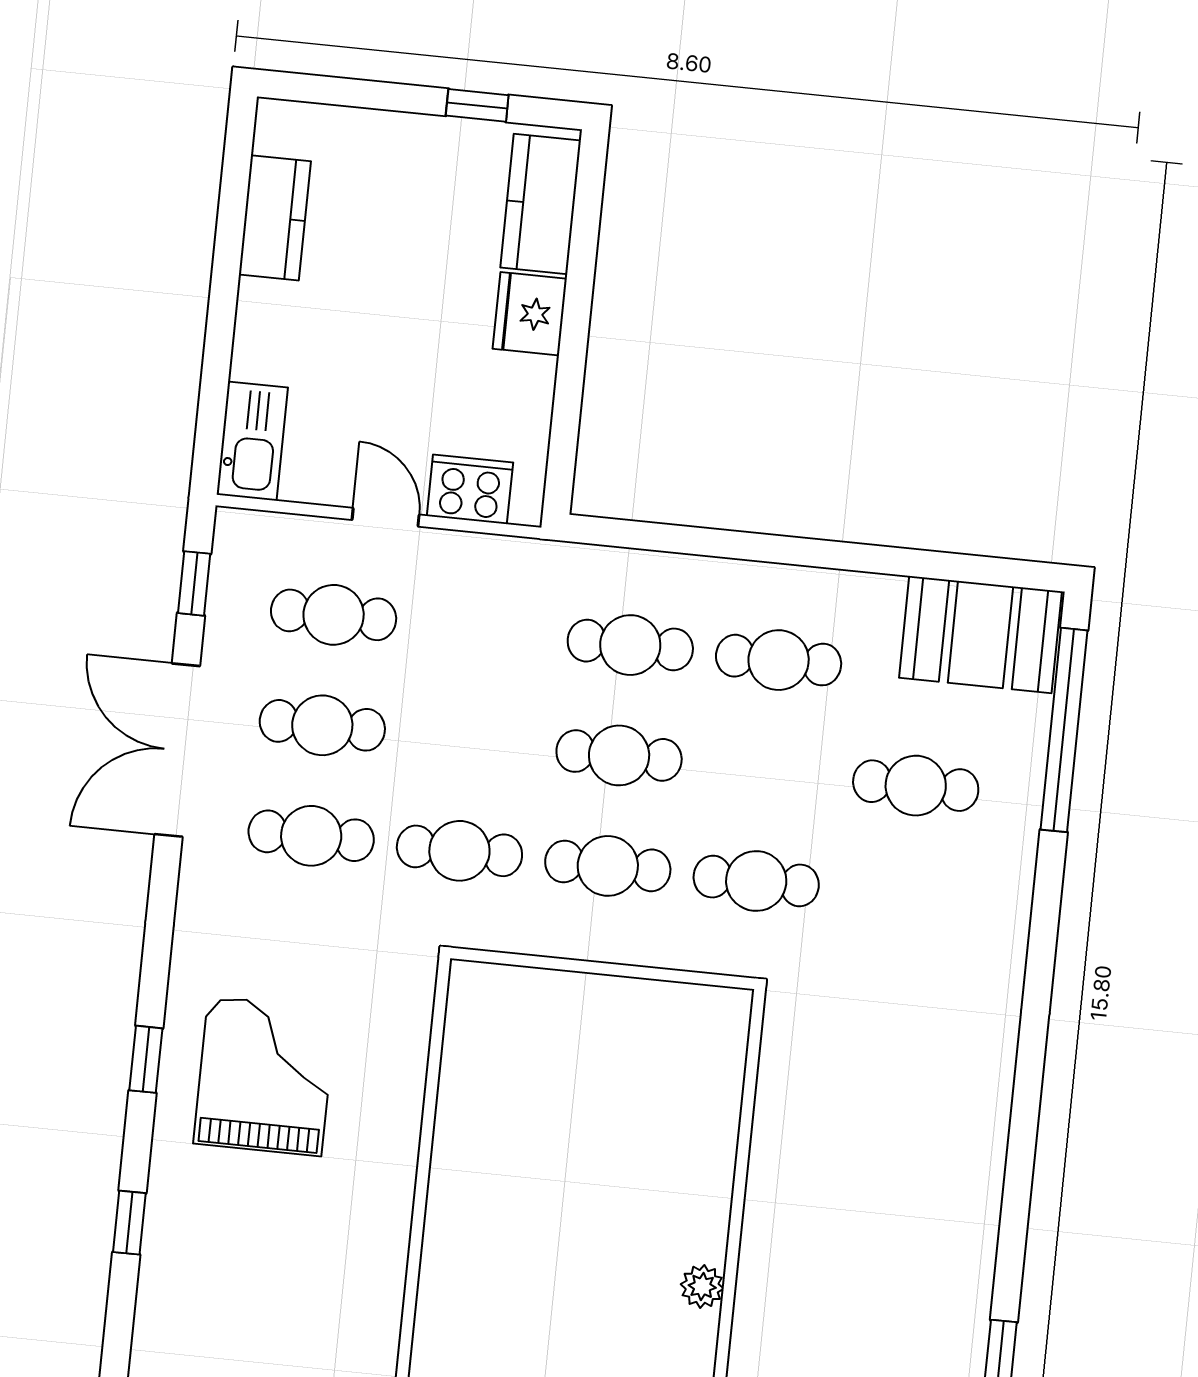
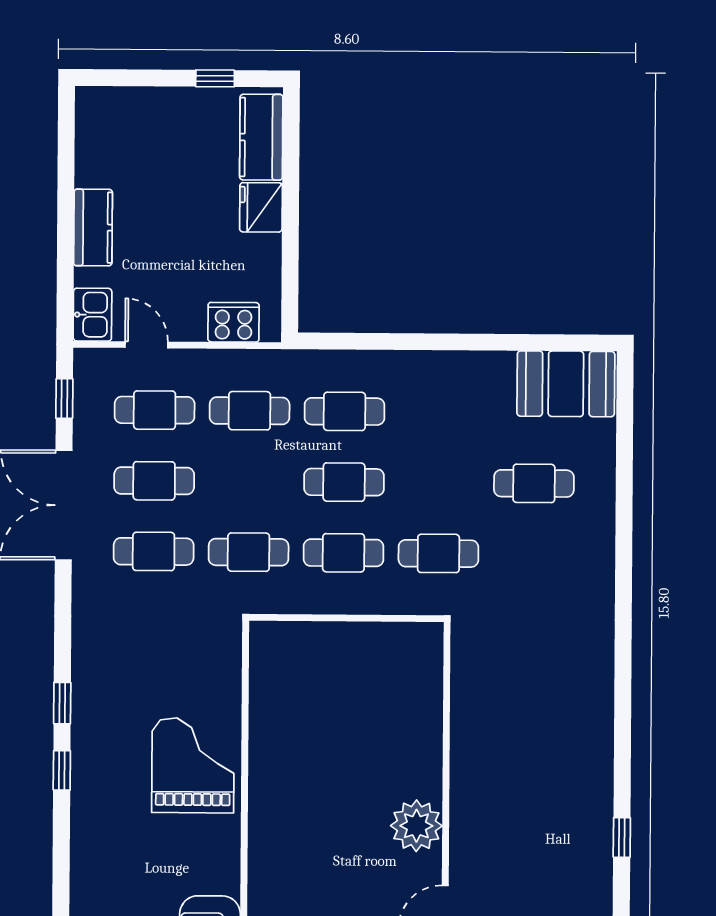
kitchen counter: (275, 218) -> (93, 228), moved
kitchen sink: (252, 441) -> (92, 315), width x0.73
door: (386, 517) -> (146, 345), moved
cafe table: (779, 660) -> (250, 411), moved
window: (1064, 730) -> (625, 439), removed
grand piano: (265, 1076) -> (193, 765), moved
window: (129, 1223) -> (62, 770), moved
plant: (702, 1286) -> (416, 826), width x1.87, depth x1.87

